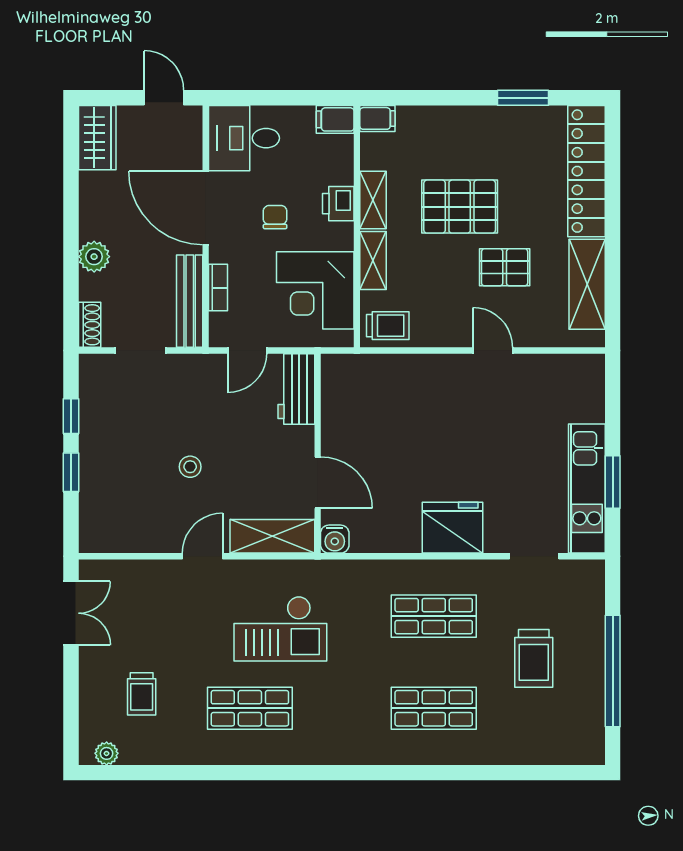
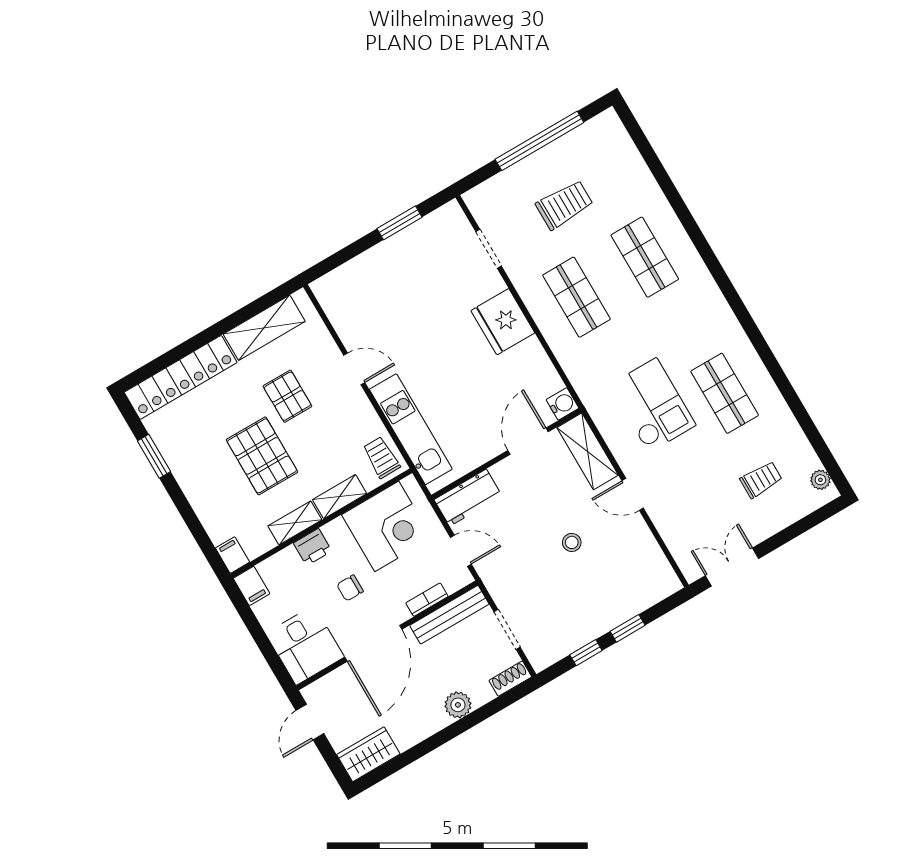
door: (493, 350) -> (354, 369), swing flipped
kitchen unit: (587, 489) -> (411, 429), moved, turned -90

